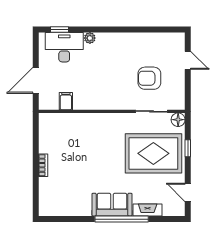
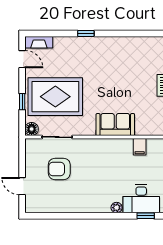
armchair: (149, 78) -> (59, 169), turned 180
sofa: (112, 205) -> (115, 125), moved, turned 180
fireplace: (148, 210) -> (39, 42), moved
window: (122, 219) -> (86, 34), width x0.32

